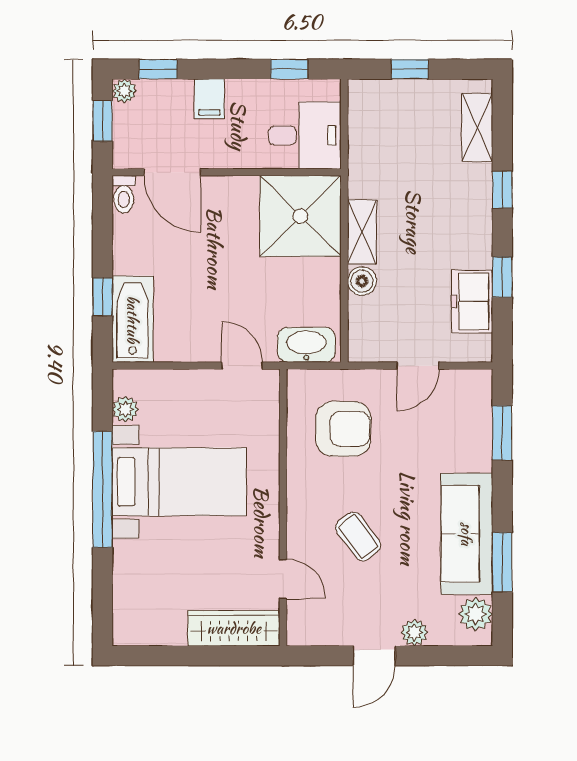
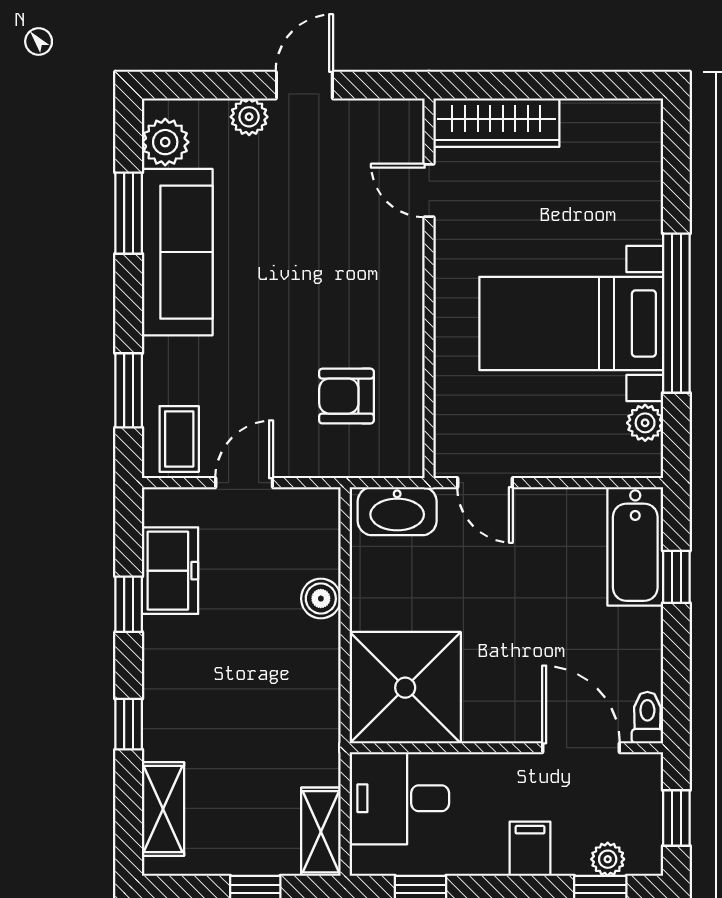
plant: (124, 91) -> (608, 859), moved
shelving: (362, 232) -> (321, 832), moved
armchair: (343, 429) -> (346, 396), width x0.72, depth x0.72
coffee table: (358, 536) -> (179, 439), moved, turned 37

